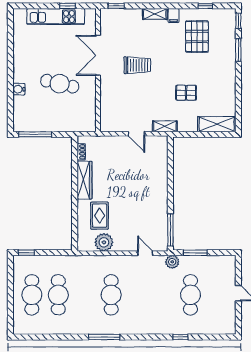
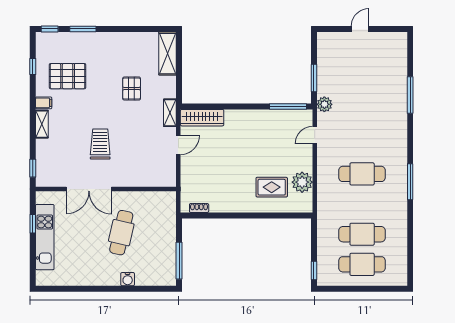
wardrobe: (85, 180) -> (202, 118), moved, turned 180
cafe table: (190, 295) -> (362, 83), removed
window: (180, 337) -> (410, 95), width x2.17

